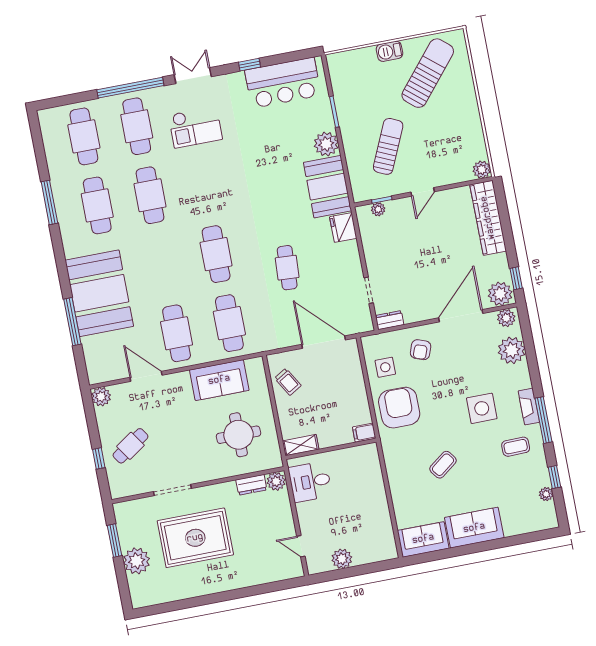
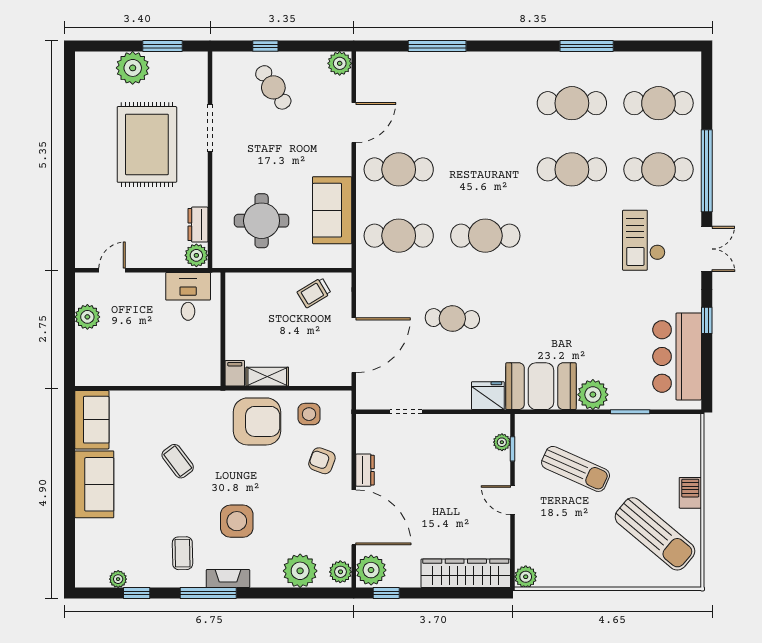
booth: (99, 293) -> (465, 85), removed
dresser: (390, 320) -> (365, 470), moved
shelving: (301, 445) -> (267, 377), moved, turned 90

